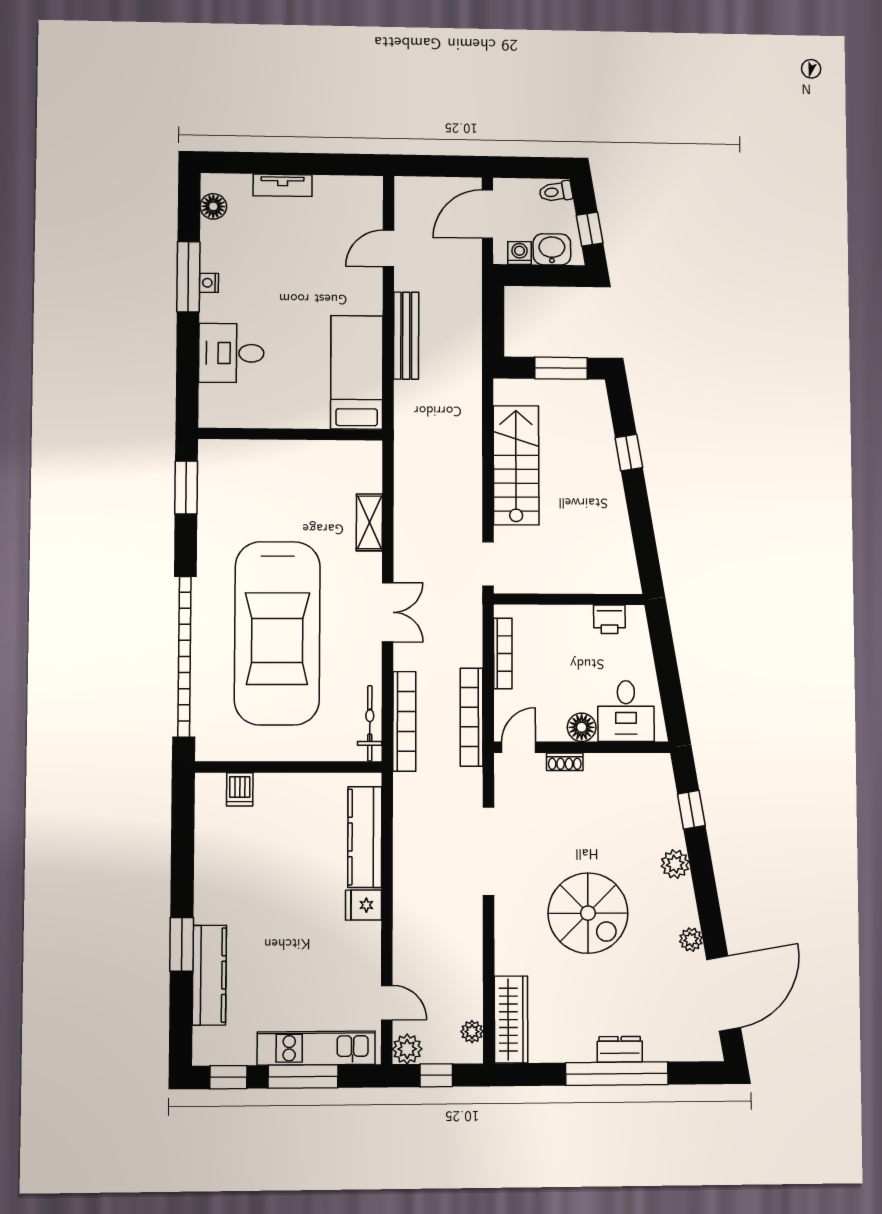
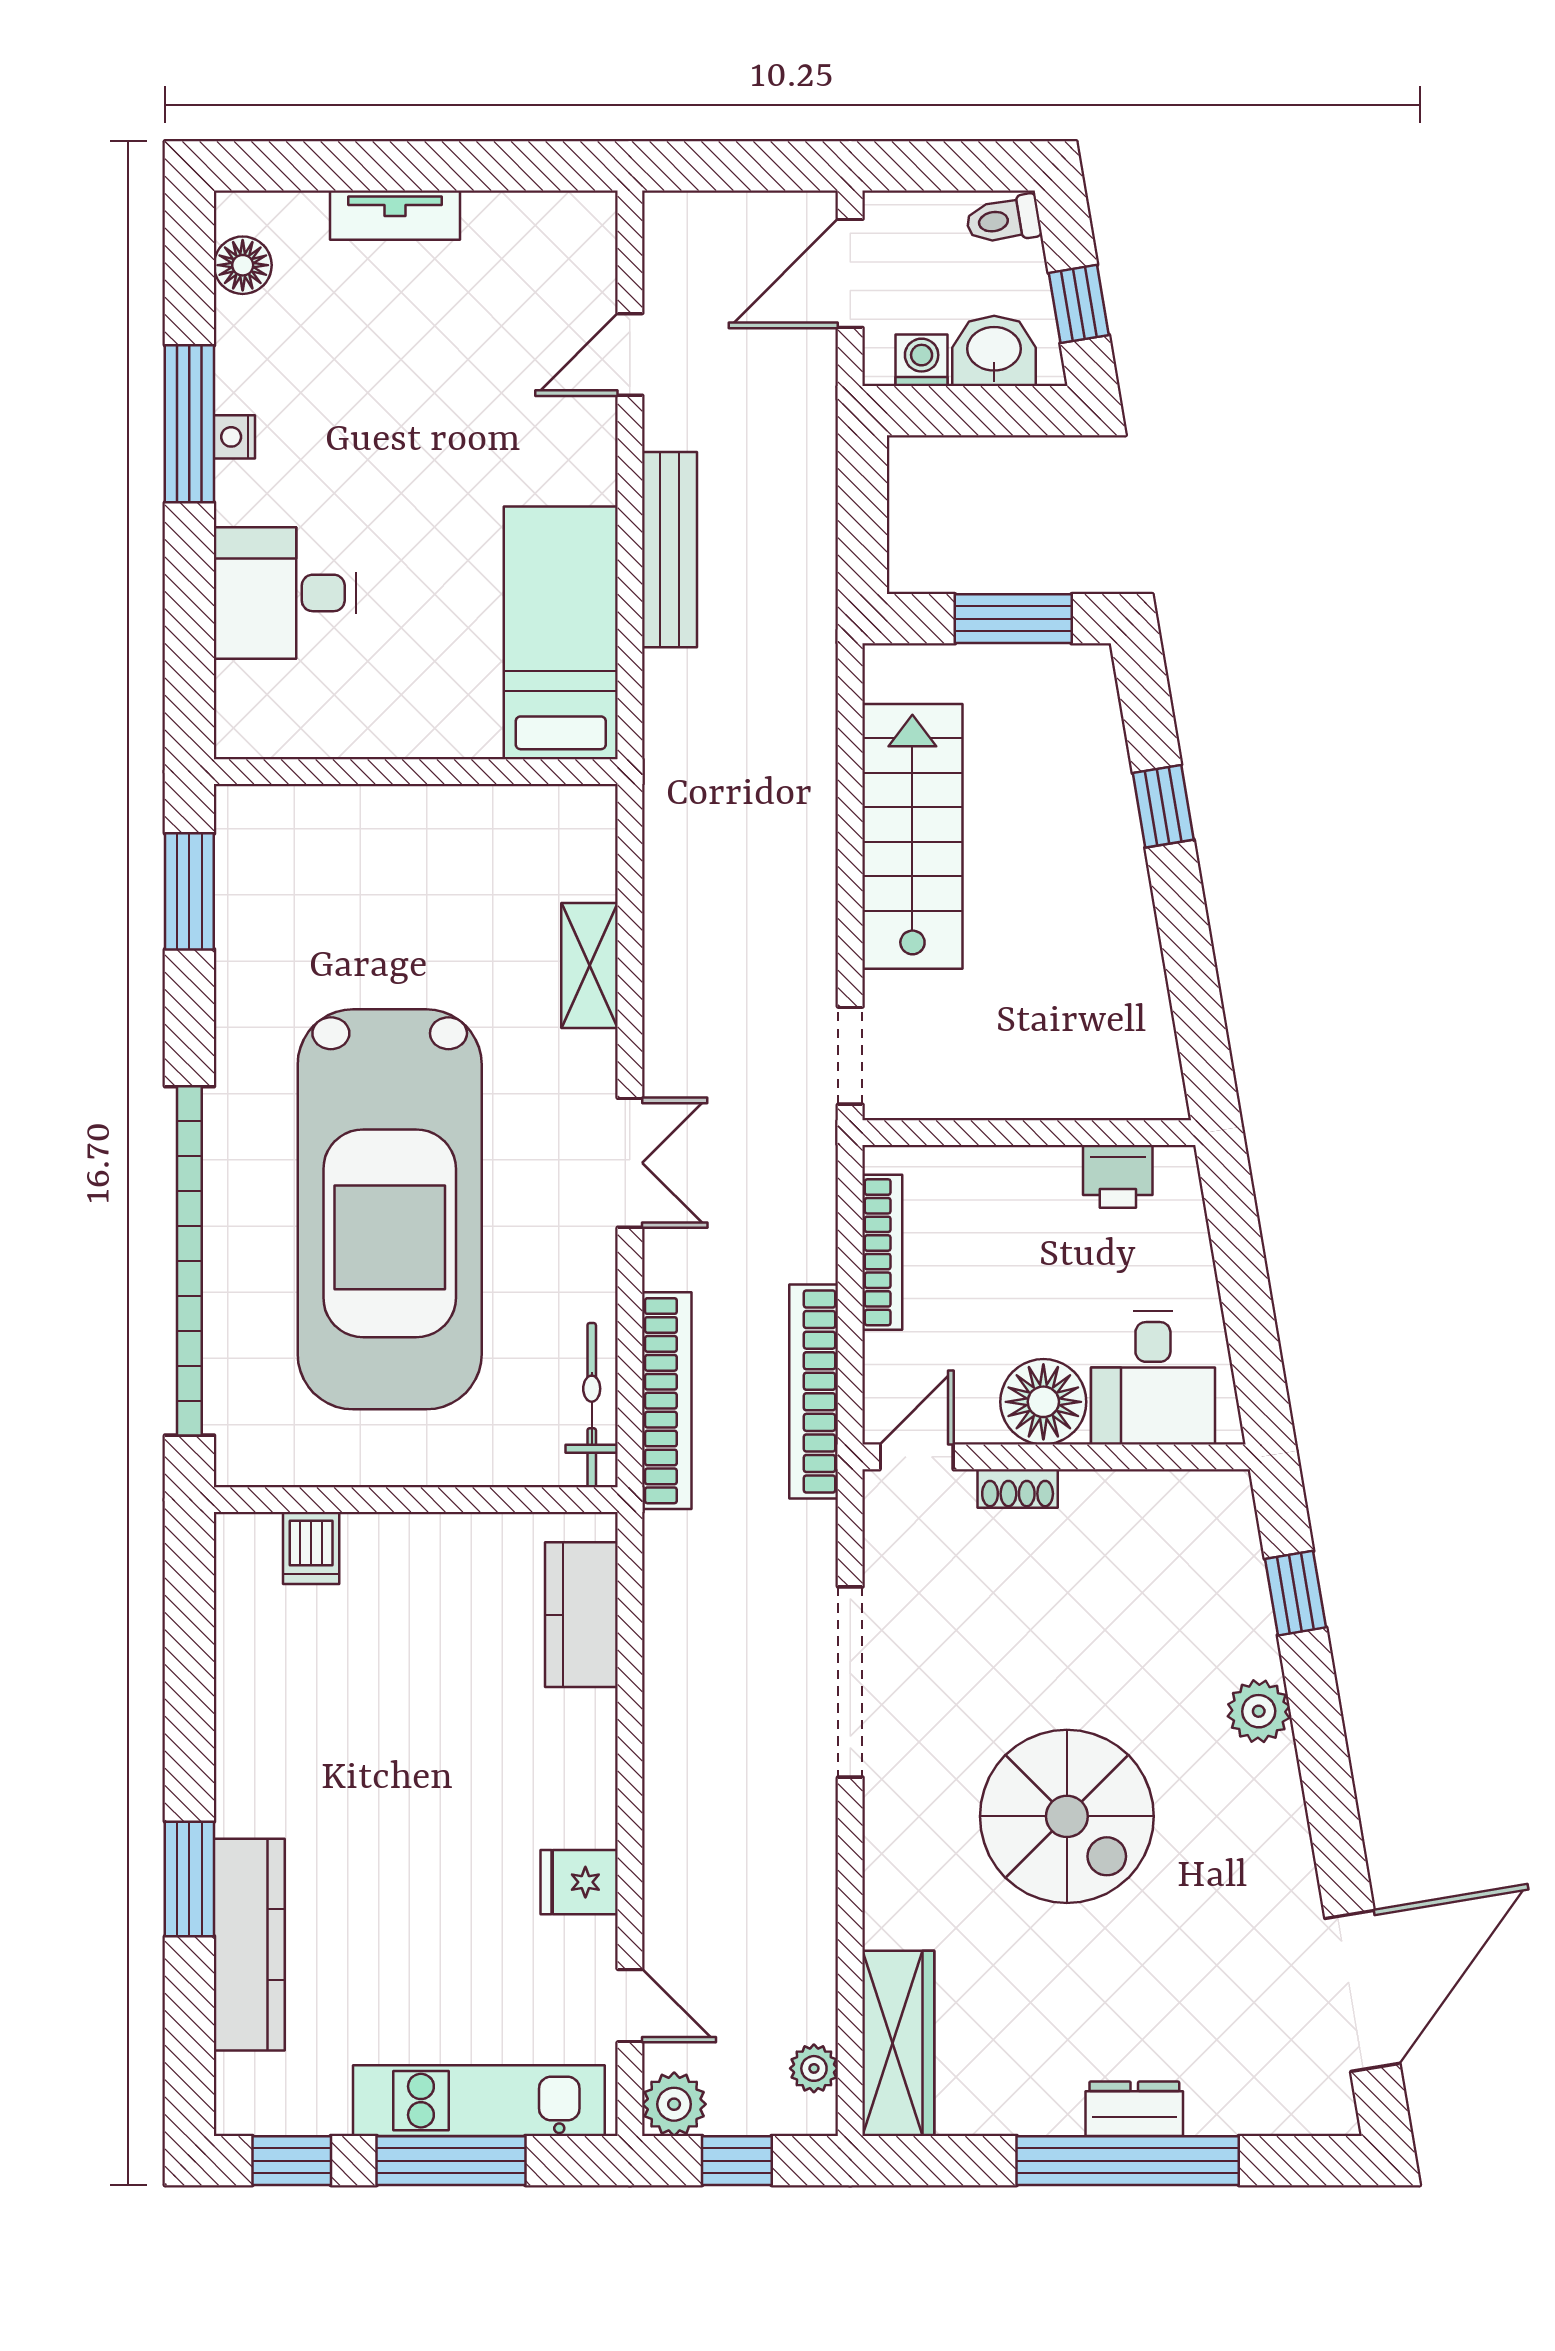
floor lamp: (582, 727) -> (1043, 1402), width x1.38, depth x1.38
kitchen counter: (365, 837) -> (581, 1615), width x0.67
fridge: (363, 905) -> (579, 1882), moved
plant: (691, 940) -> (1292, 1874), removed

